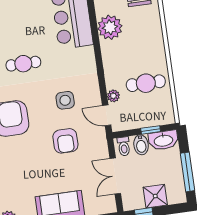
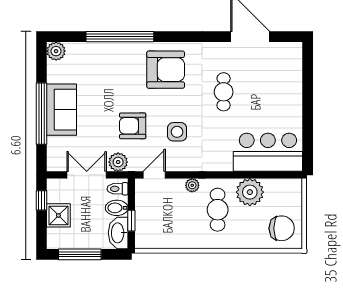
cafe table: (146, 83) -> (218, 210), moved
plant: (113, 96) -> (192, 185), moved
plant: (100, 149) -> (118, 162), added

